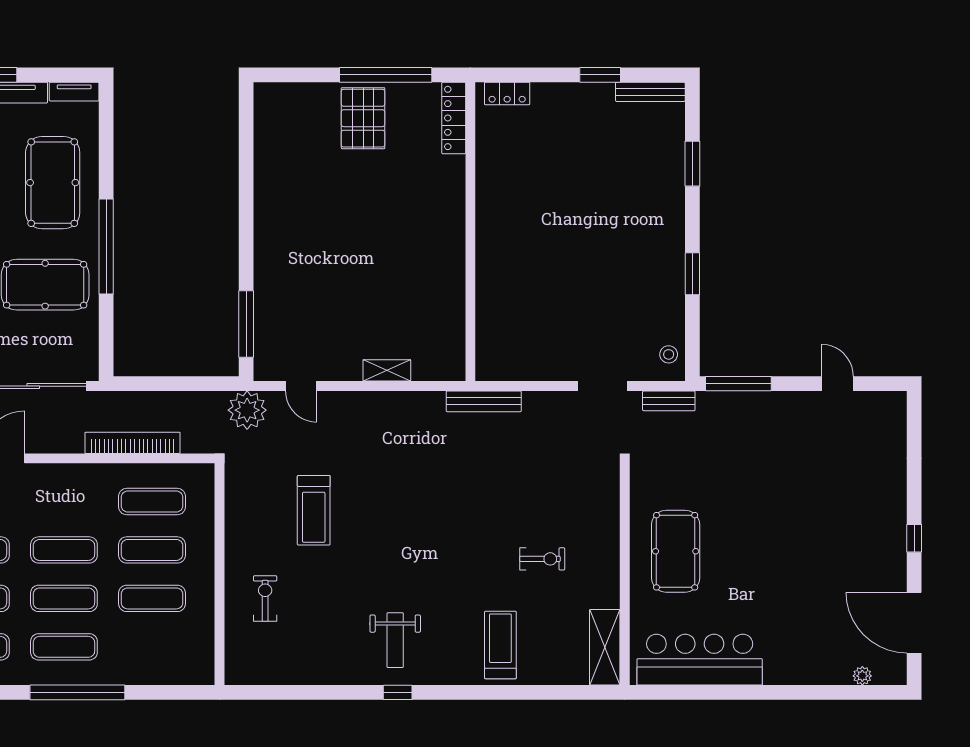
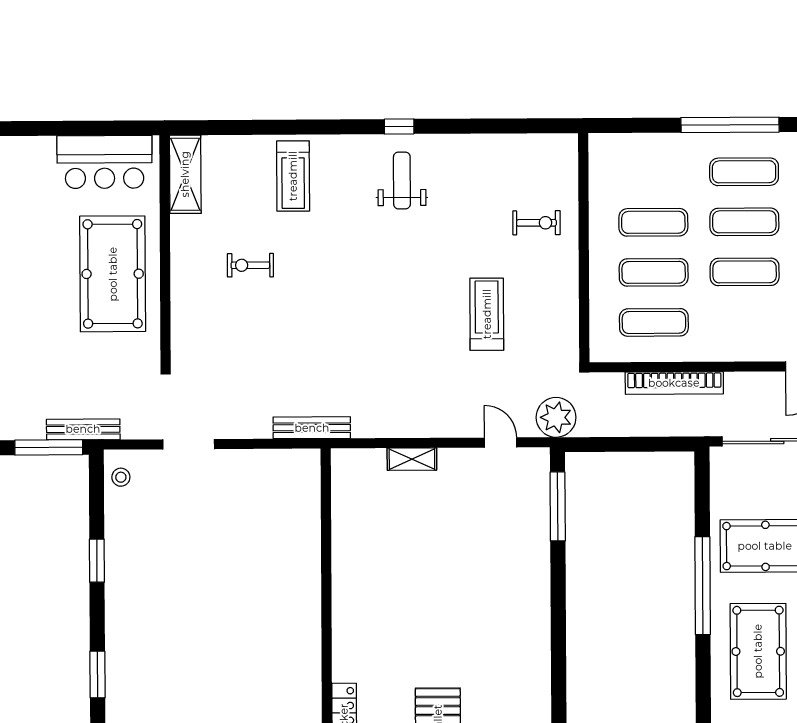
bench: (669, 401) -> (83, 429), moved, width x1.36
pool table: (676, 551) -> (113, 274), width x1.36, depth x1.32
exercise bike: (265, 599) -> (536, 223), turned -90
bar counter: (700, 660) -> (104, 162), width x0.73

